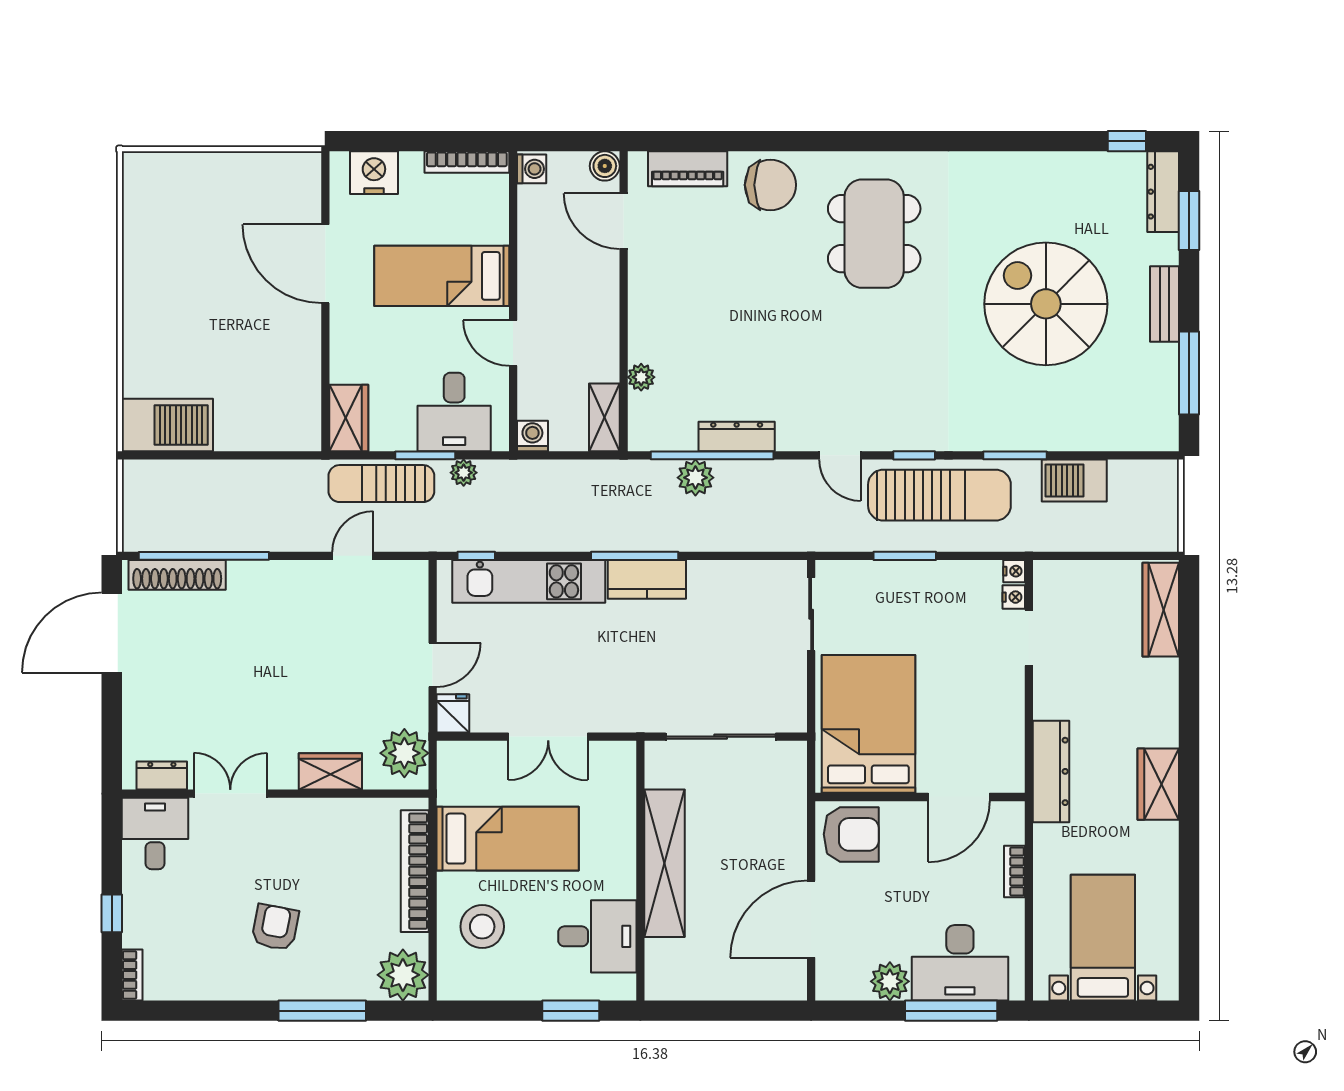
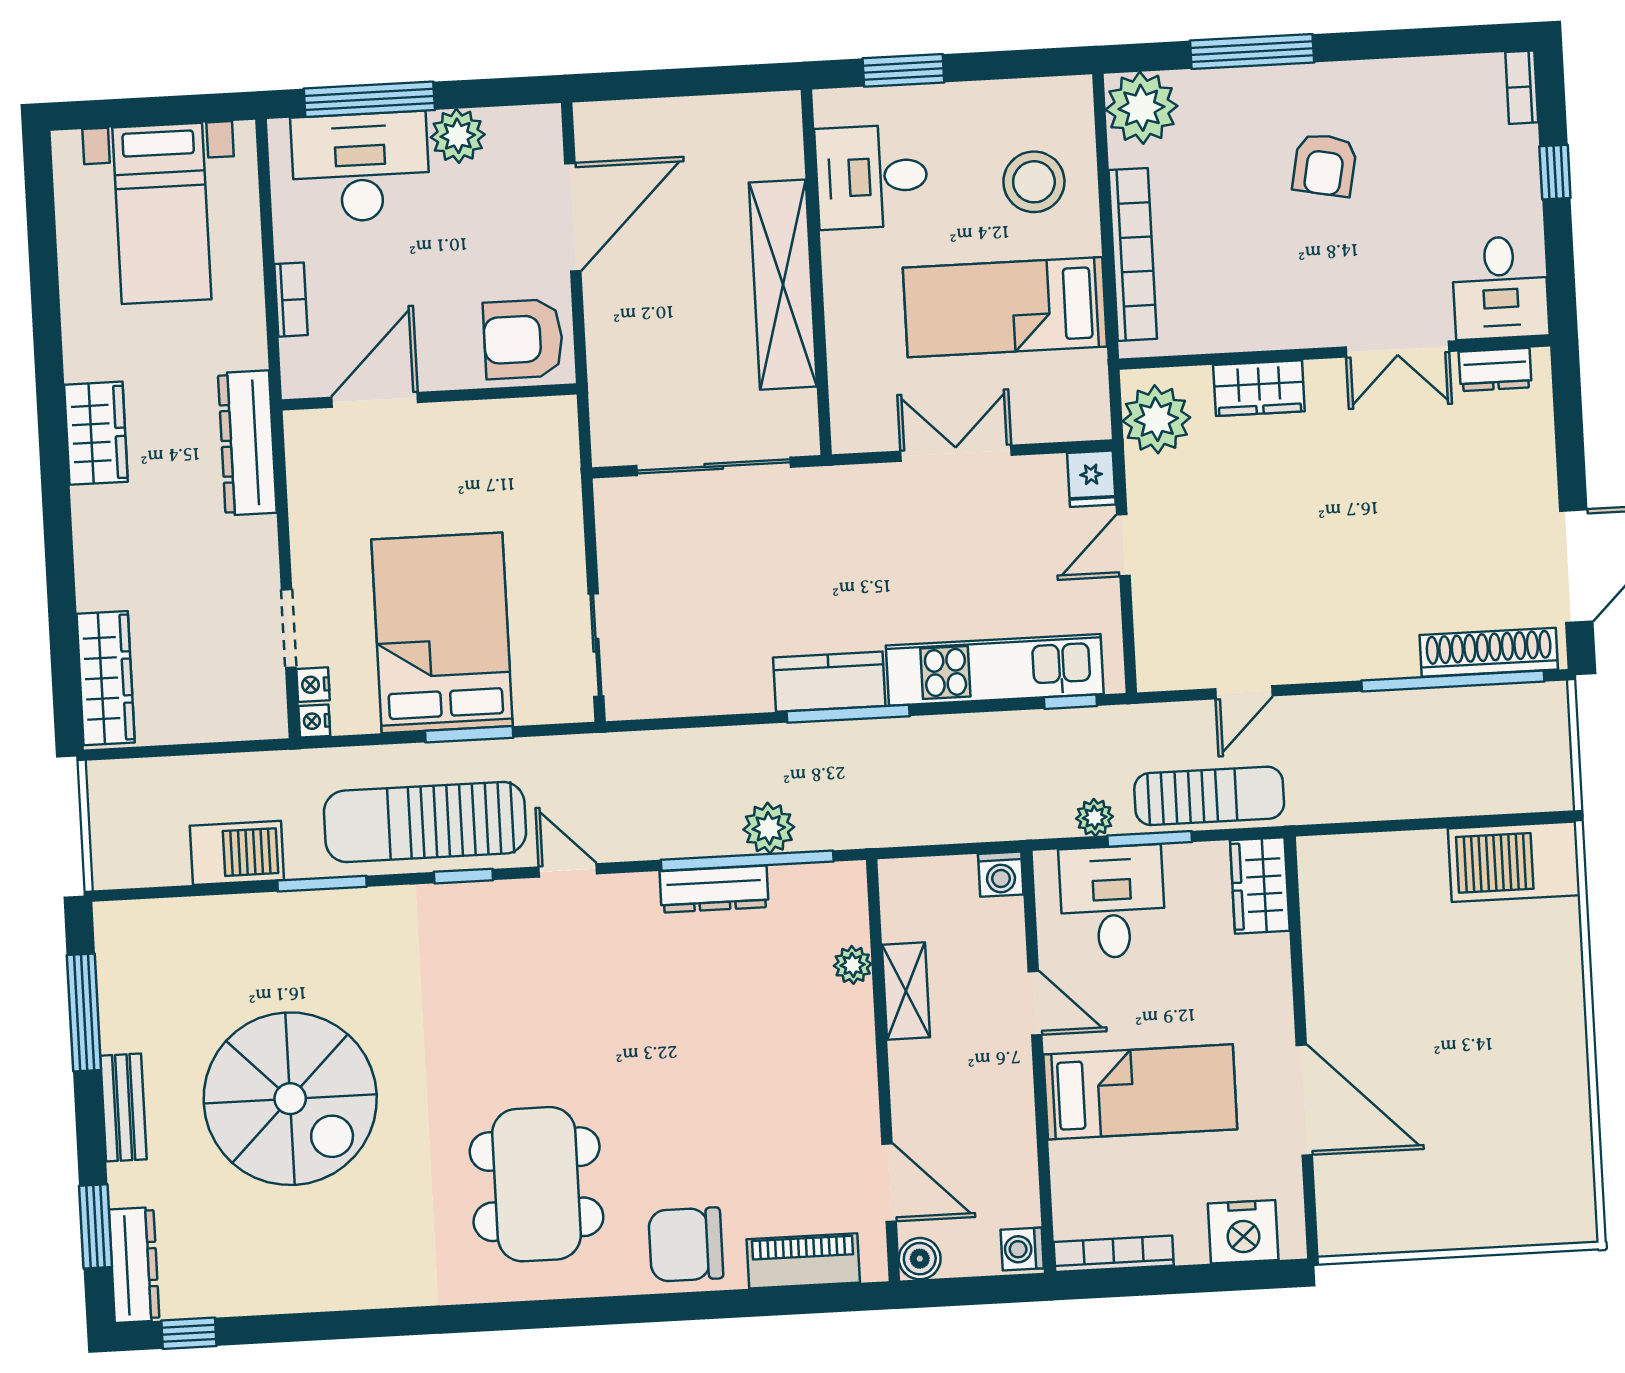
shelving: (604, 417) -> (906, 991), moved
bed: (868, 724) -> (442, 633), moved, turned 180

